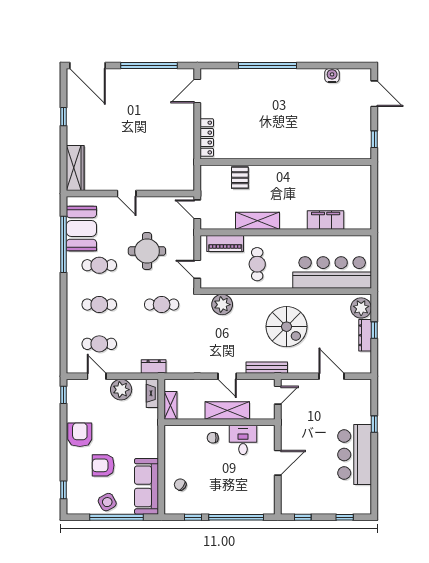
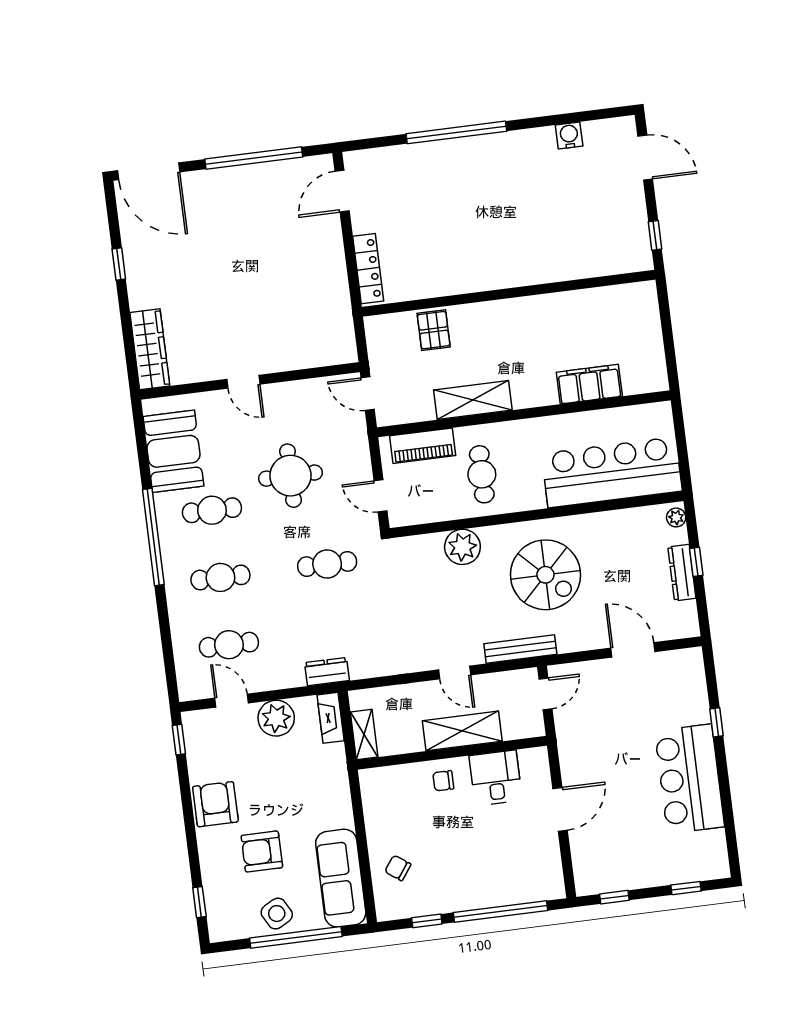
window: (64, 244) -> (153, 537), moved
plant: (222, 305) -> (462, 547), moved
plant: (361, 308) -> (676, 517), width x0.53, depth x0.53

